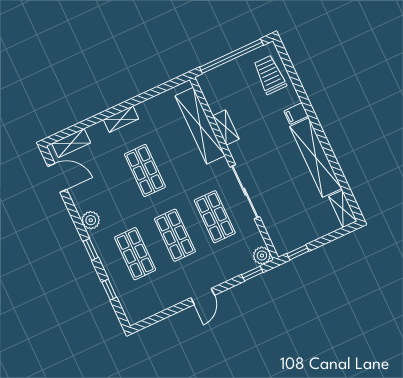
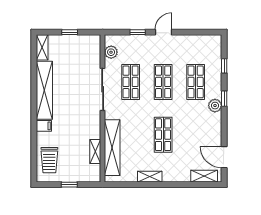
window: (231, 56) -> (69, 185), width x0.32
shelving: (121, 119) -> (150, 177), moved
shelving: (226, 127) -> (95, 151), moved
plant: (91, 220) -> (215, 106), moved
window: (298, 252) -> (70, 32), moved
plant: (262, 256) -> (111, 52), moved
window: (252, 274) -> (138, 32), moved

